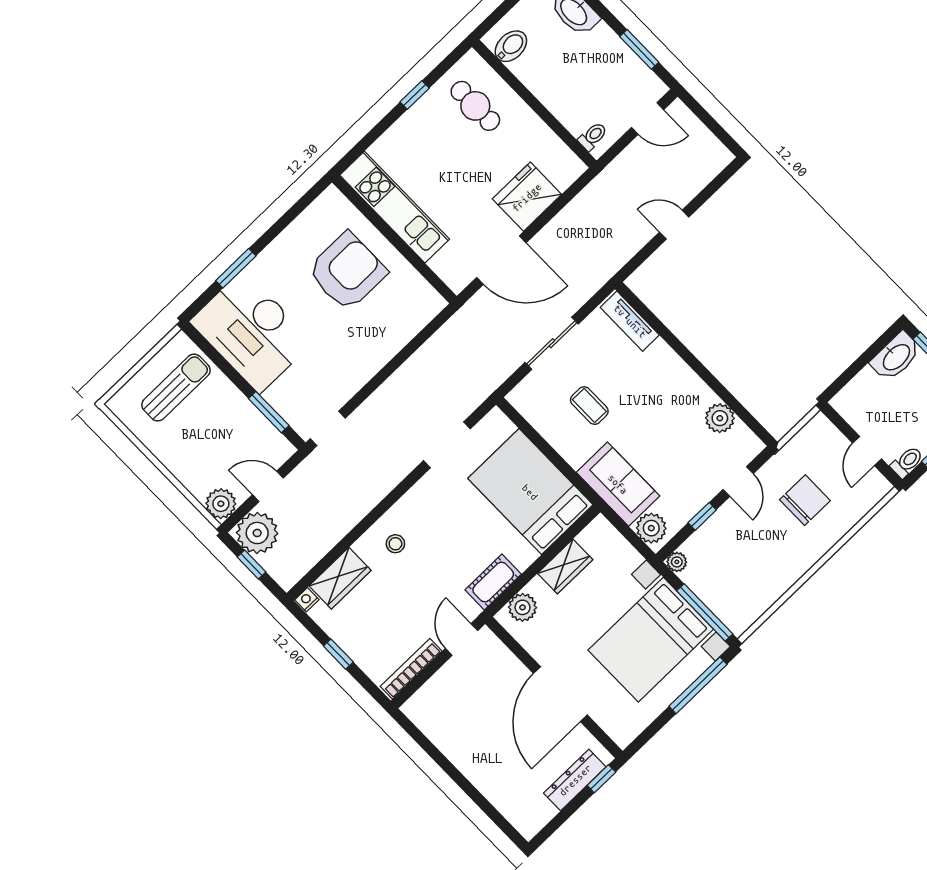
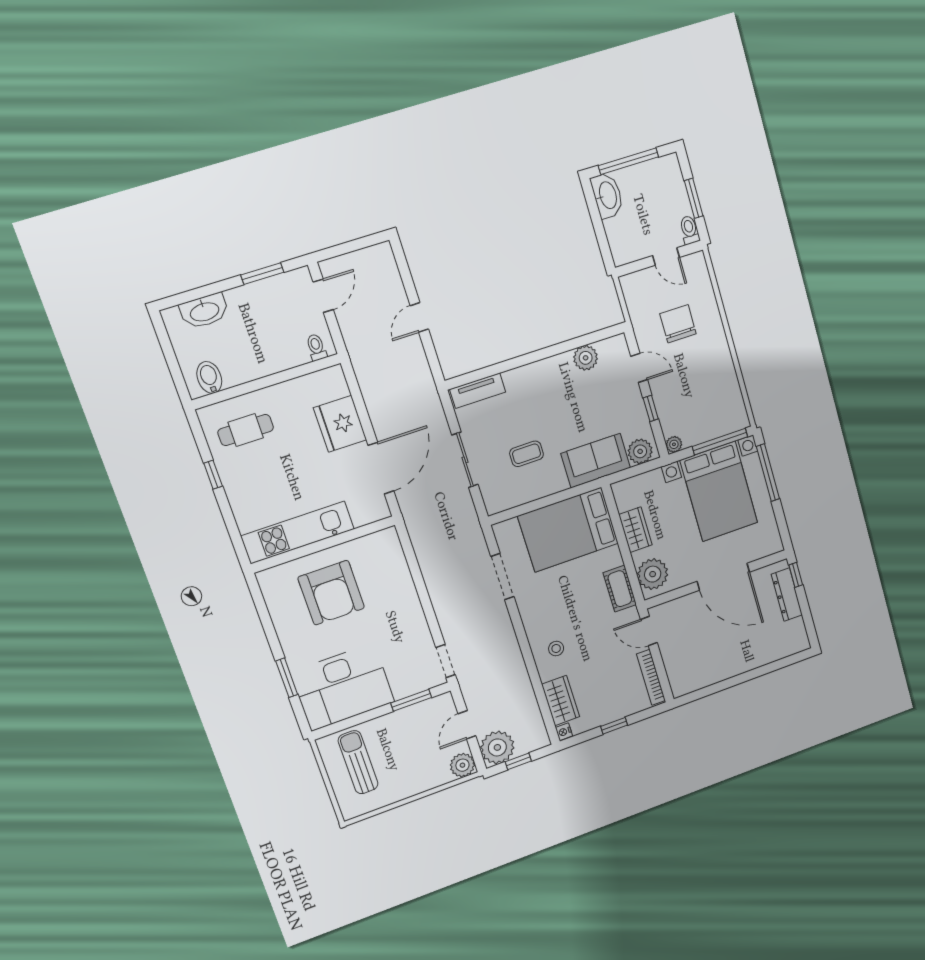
armchair: (347, 271) -> (331, 593), turned 180
plant: (522, 607) -> (653, 574), width x1.36, depth x1.36

